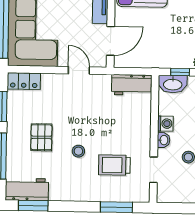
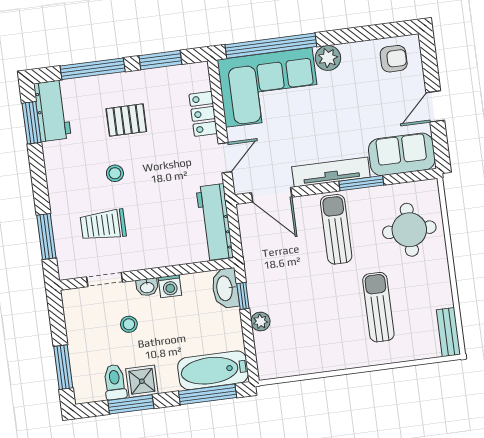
locker: (24, 81) -> (203, 114), moved
workbench: (131, 85) -> (215, 222), width x1.37
trolley: (114, 165) -> (103, 225), turned -90

